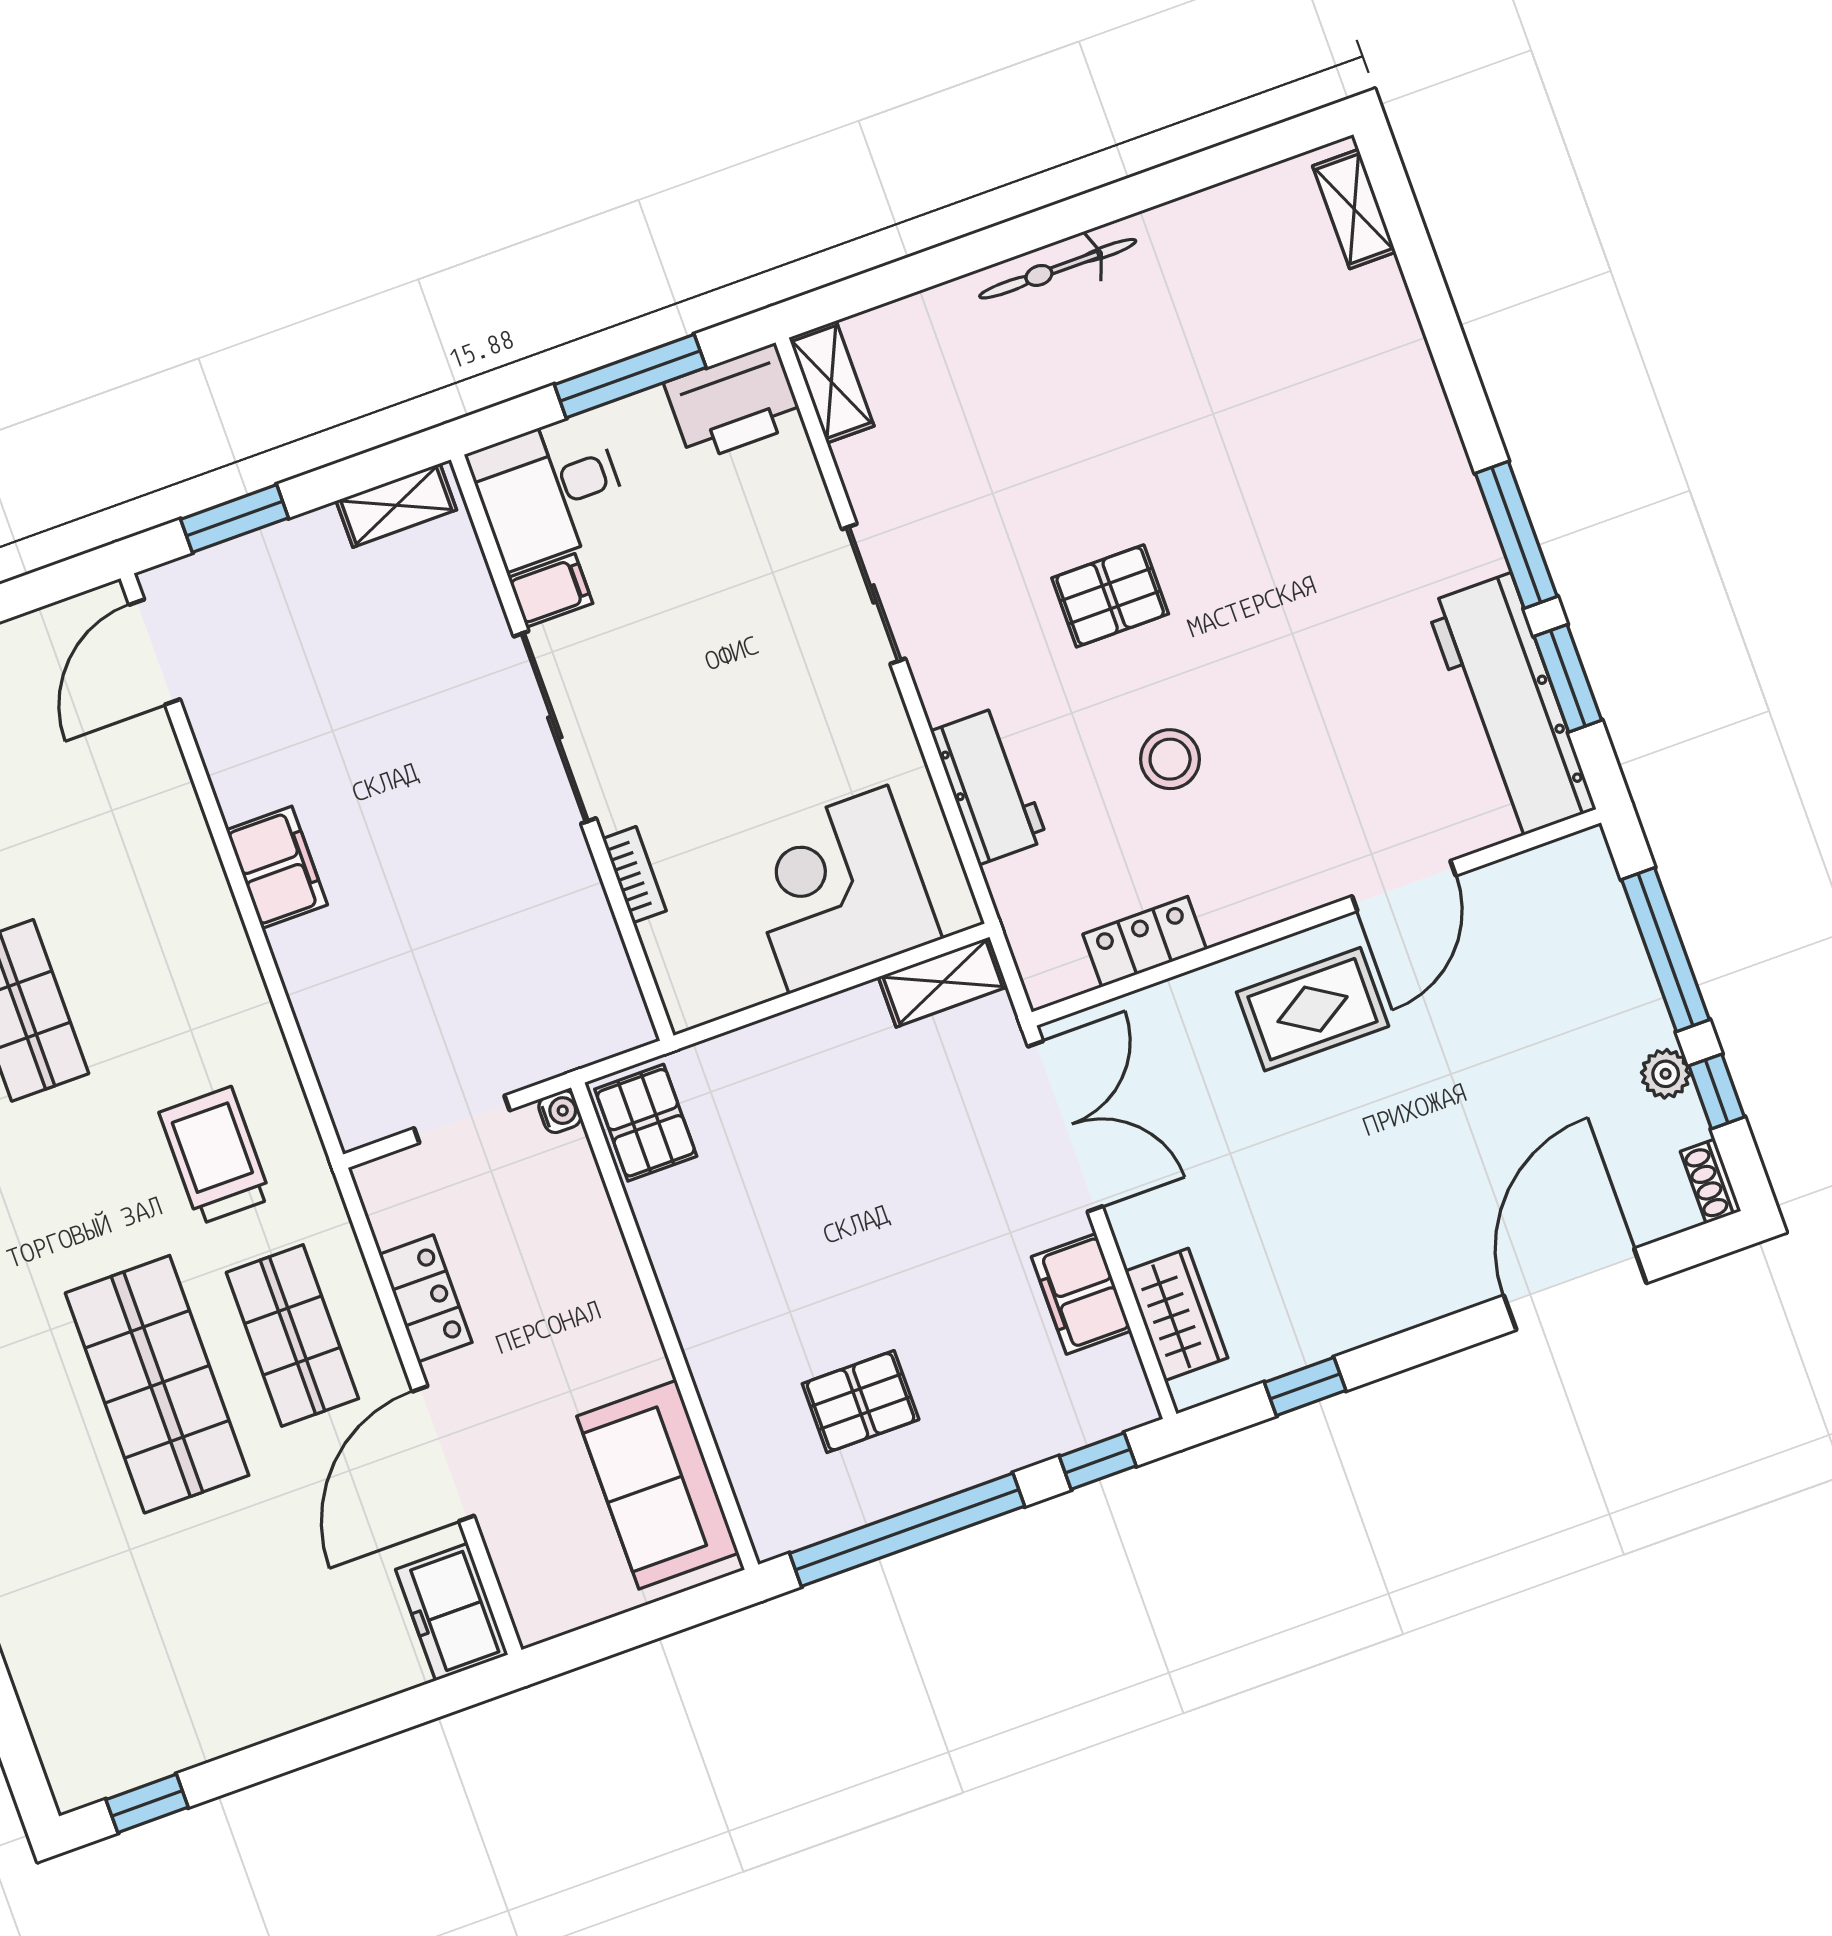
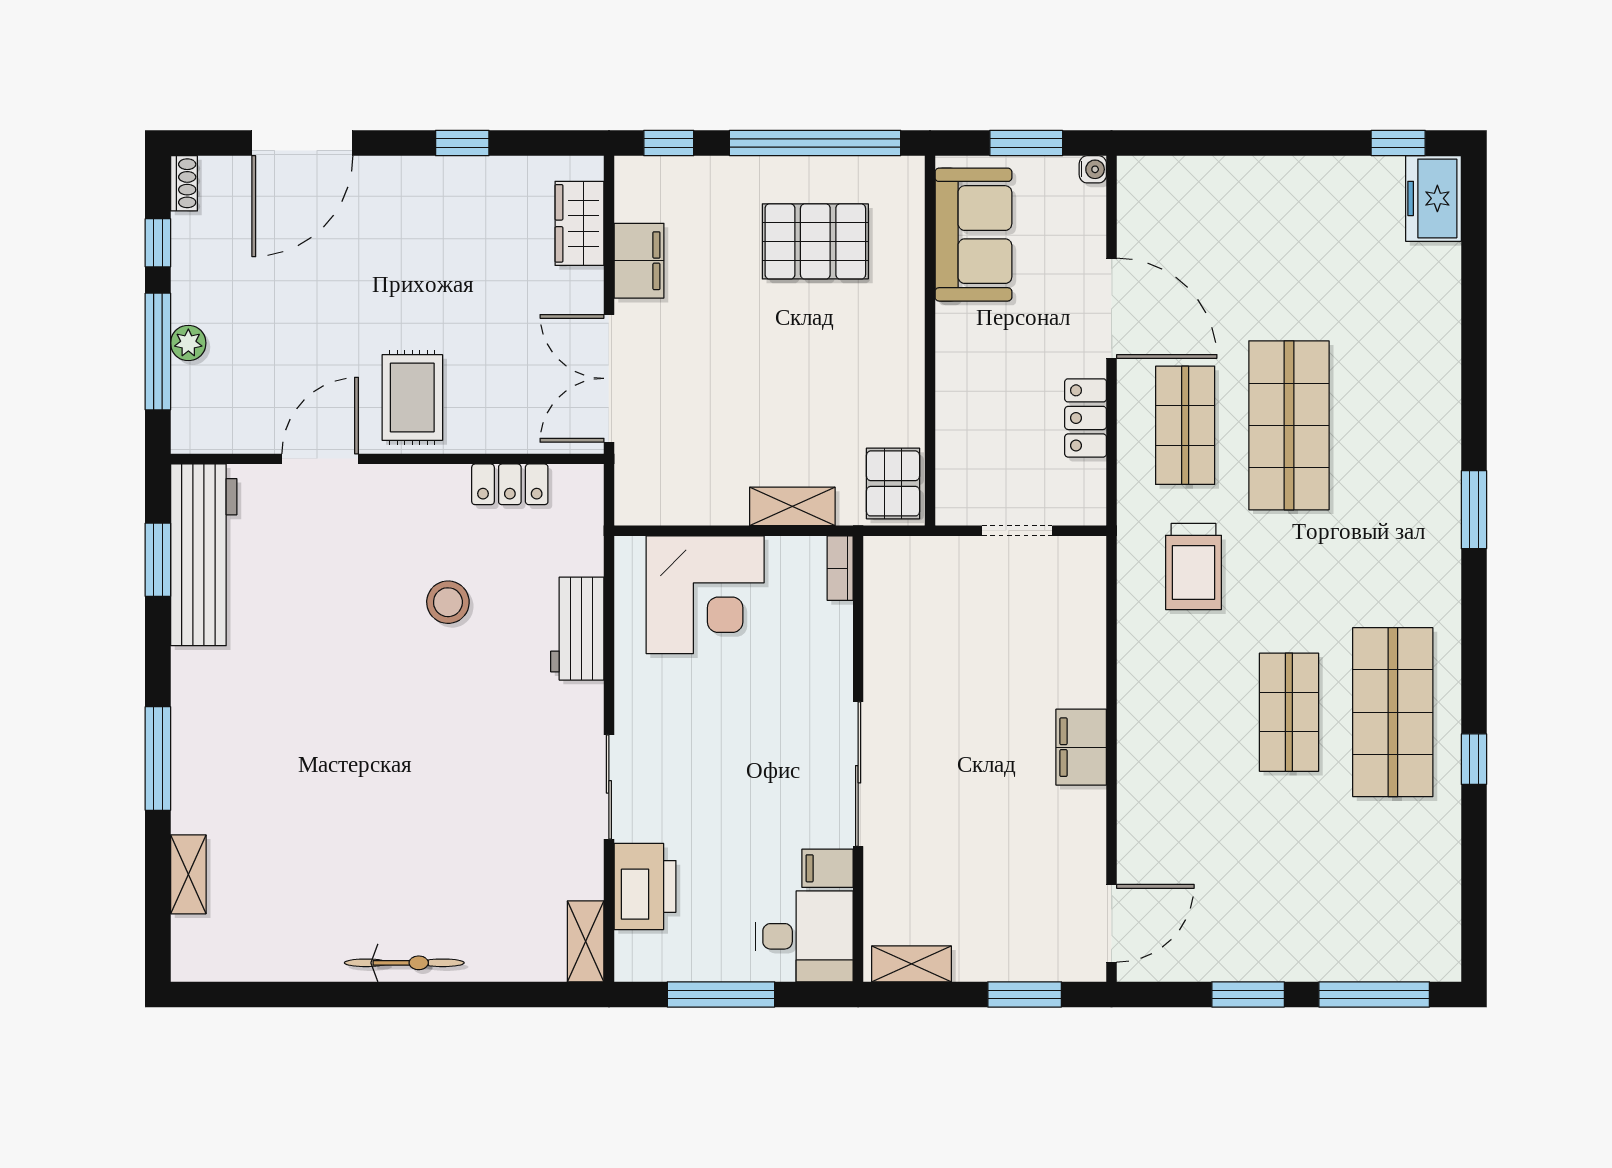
shelving: (1354, 209) -> (188, 874), moved
printer: (734, 403) -> (645, 886), moved, turned 90
window: (1516, 535) -> (158, 758), moved
pallet: (1110, 596) -> (449, 728), removed
bookcase: (634, 875) -> (840, 568), moved
shelving: (943, 982) -> (792, 506), moved
rug: (1313, 1009) -> (412, 397), turned 90
plant: (1666, 1074) -> (188, 343), moved
water cooler: (560, 1112) -> (1093, 169), moved, turned 180
window: (1305, 1386) -> (462, 143), moved
pallet: (861, 1402) -> (815, 241), width x1.50, depth x1.42
door: (443, 1454) -> (1112, 308), hinge flipped
freezer: (452, 1612) -> (1433, 198), moved, turned 180
window: (632, 1629) -> (1026, 143), added

